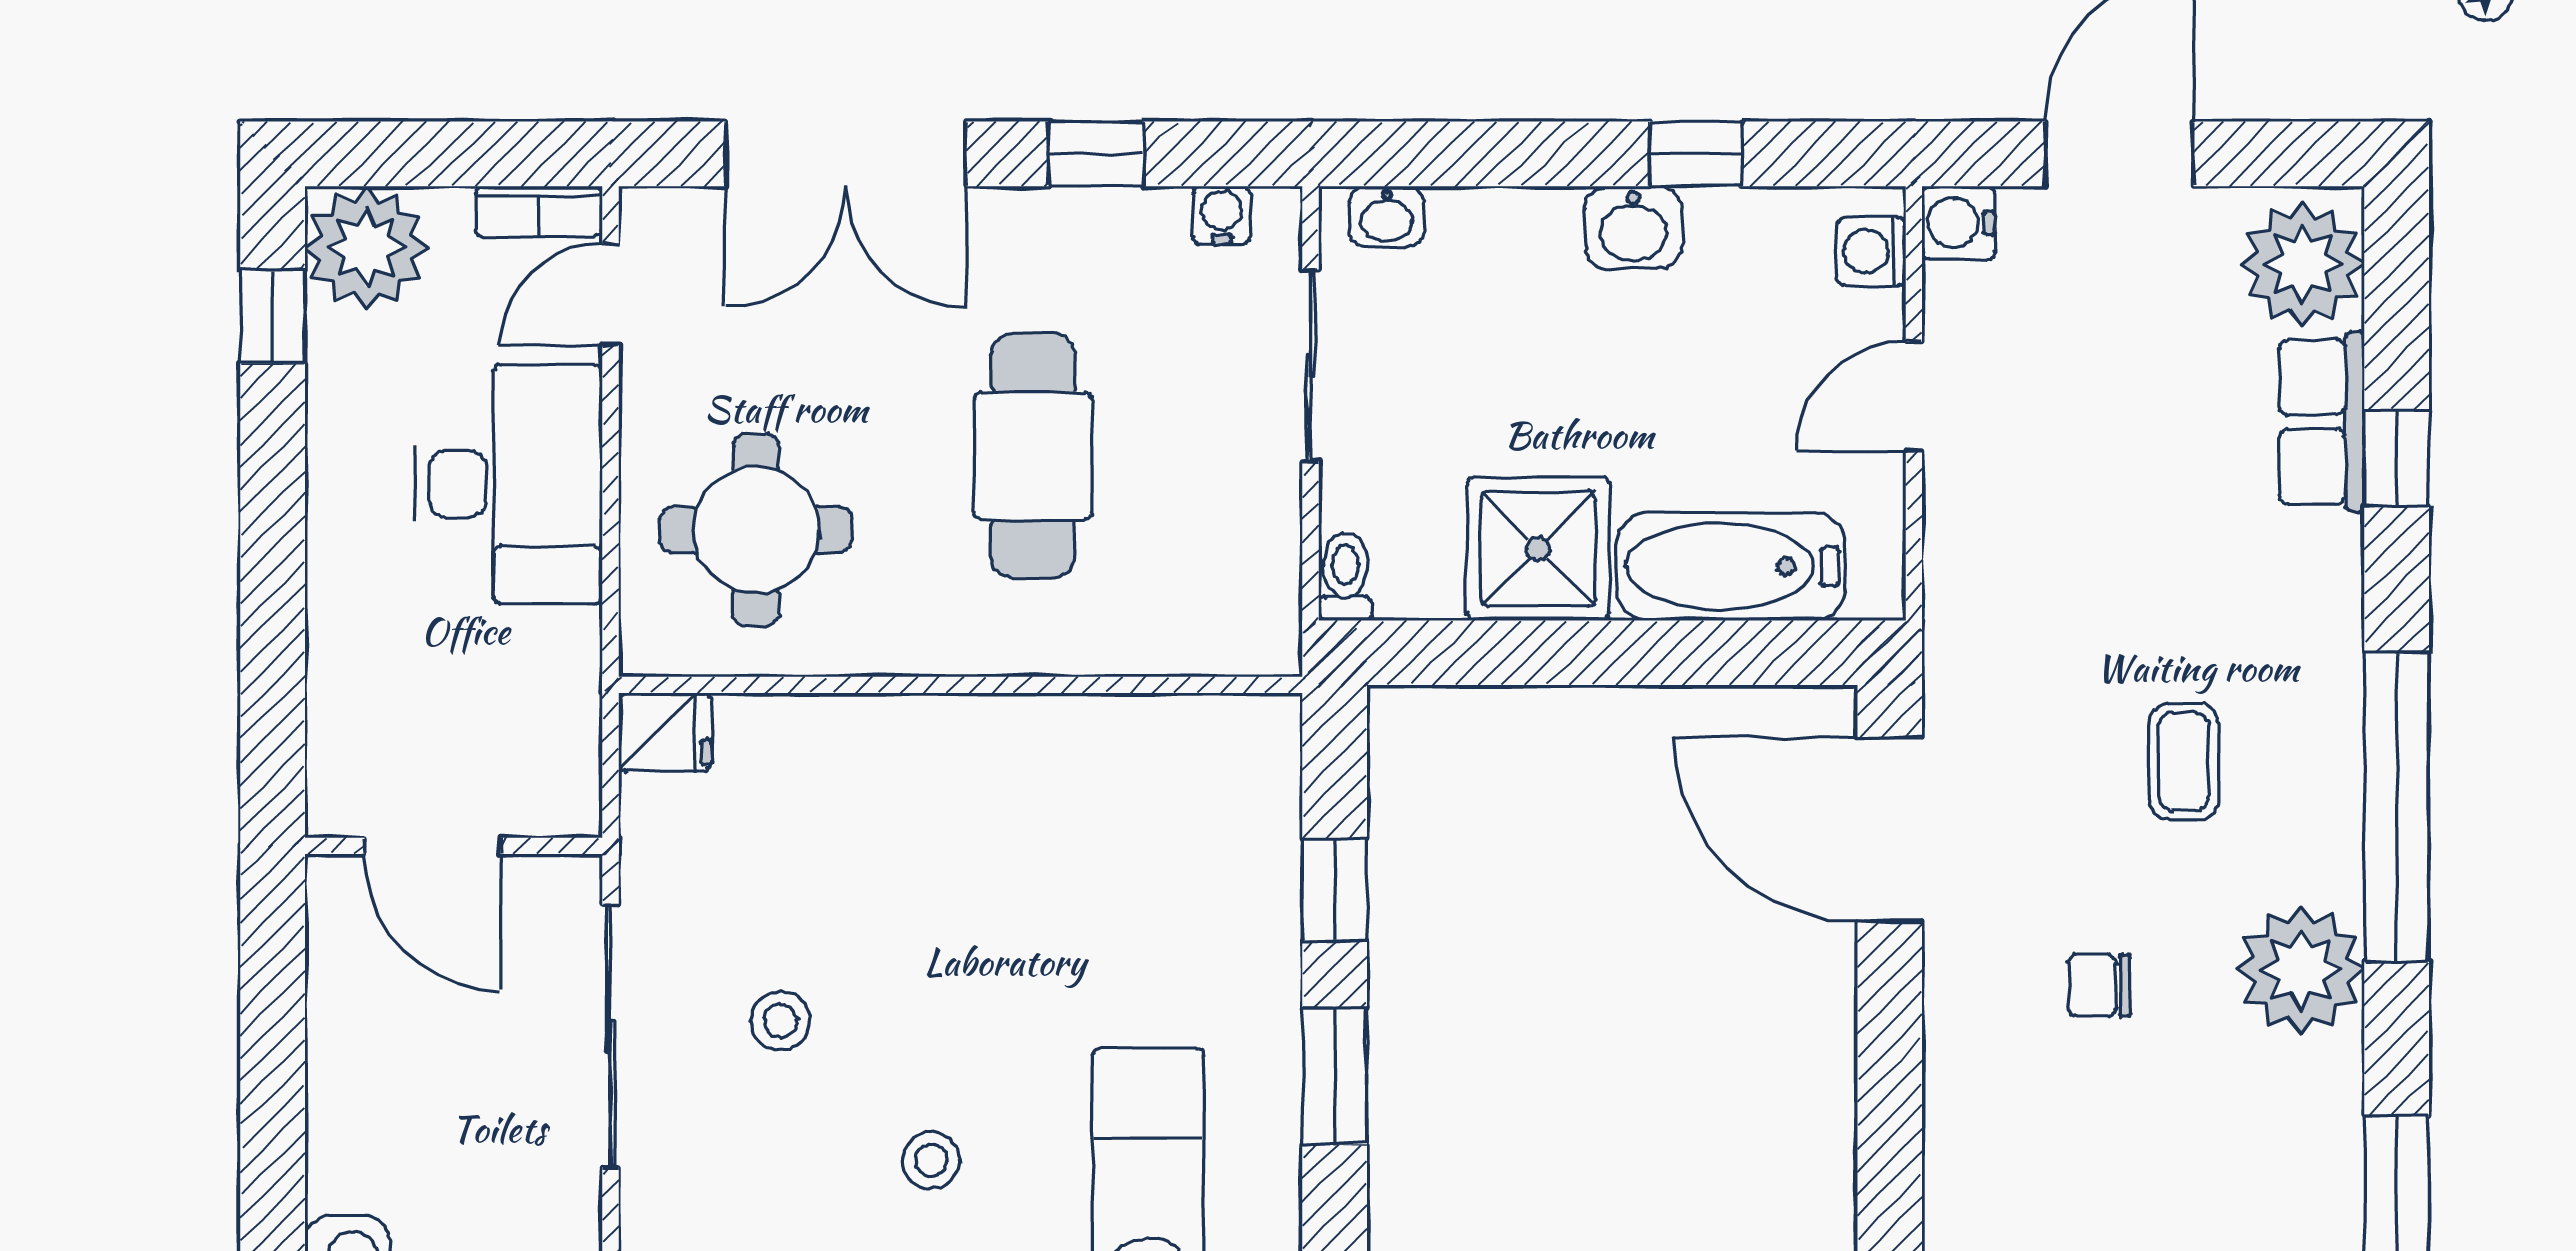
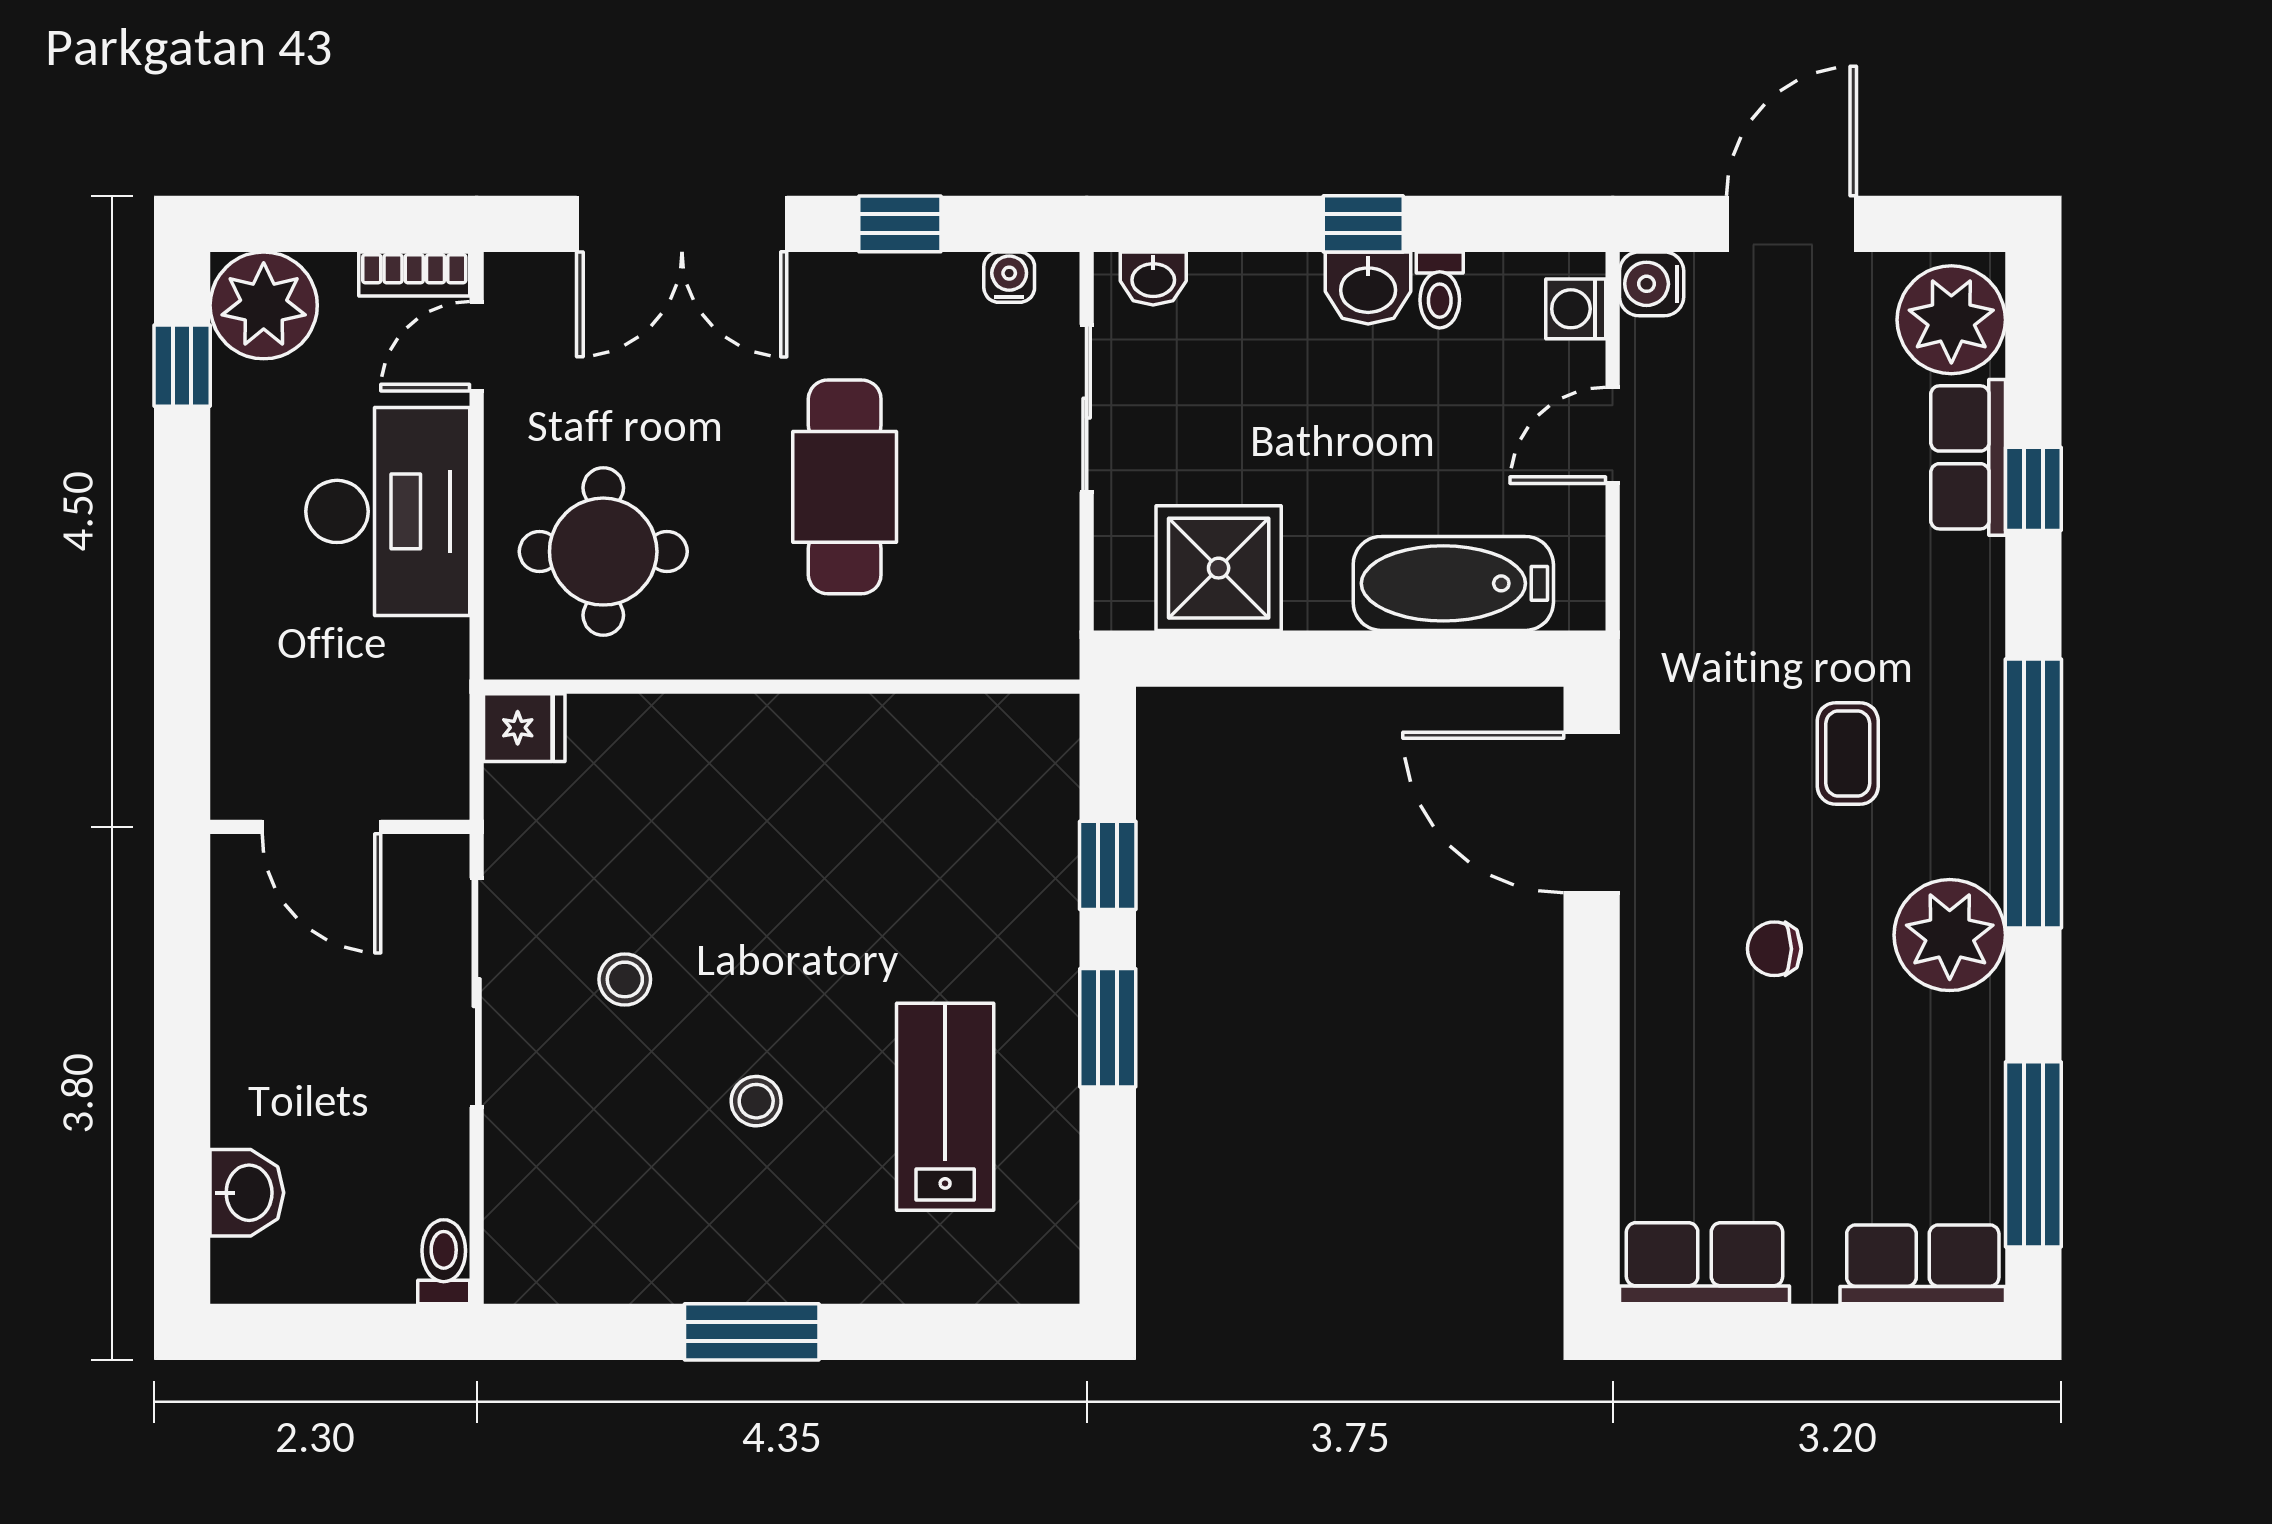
window: (1696, 154) -> (1363, 224), moved
shower: (1538, 549) -> (1219, 568), moved
toilet: (1345, 577) -> (1440, 290), moved, turned 180

